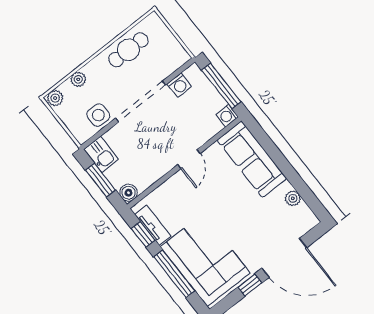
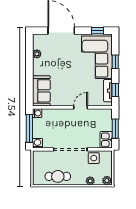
washing machine: (179, 85) -> (38, 143), moved
door: (189, 159) -> (81, 107), moved
sofa: (252, 159) -> (41, 91), width x0.73
boiler: (129, 193) -> (107, 113), removed
window: (174, 274) -> (115, 62), width x0.46
window: (250, 285) -> (97, 31), moved

